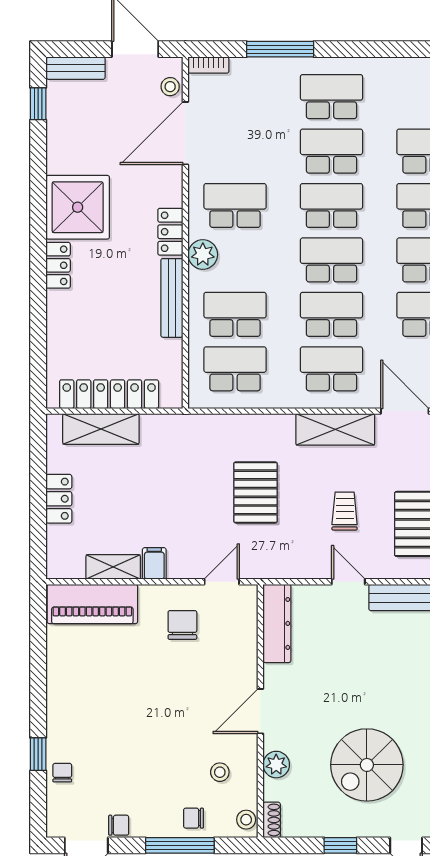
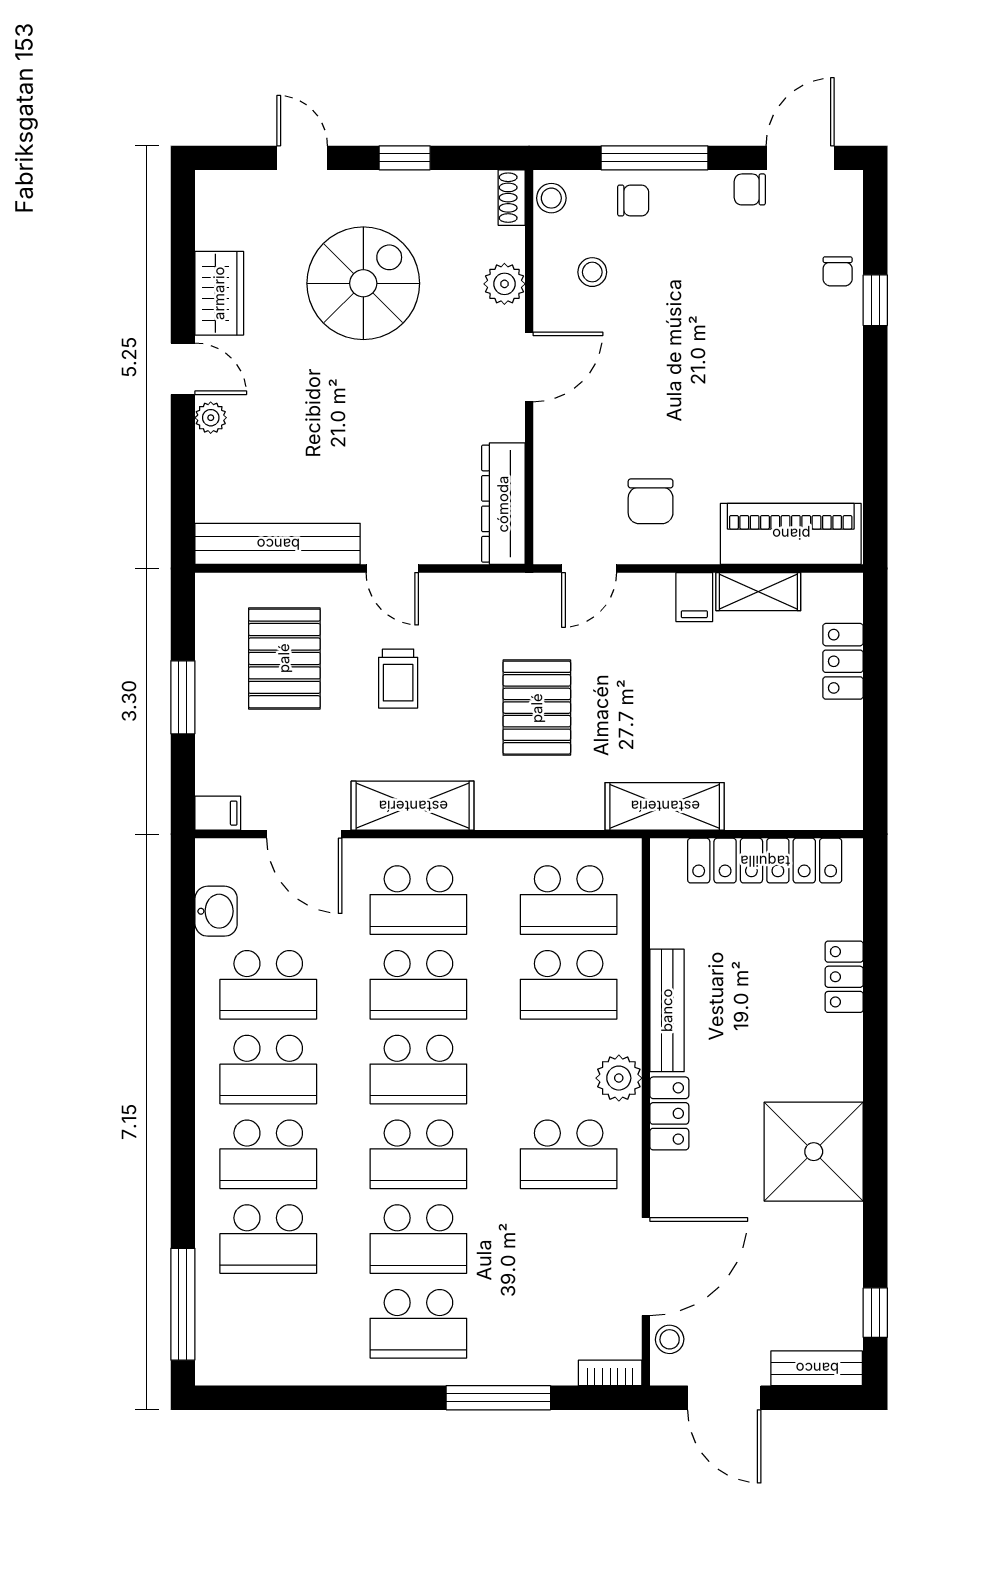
locker: (58, 265) -> (844, 977), moved
shelving: (101, 429) -> (665, 806), moved
locker: (59, 499) -> (843, 661), moved

